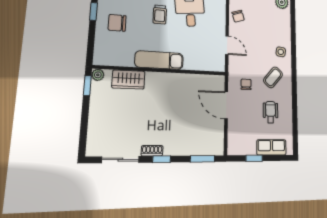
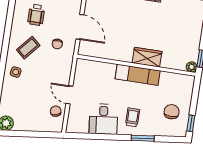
chair: (117, 23) -> (172, 112), turned -90
door: (227, 45) -> (69, 95), moved
wardrobe: (128, 80) -> (147, 57), moved

